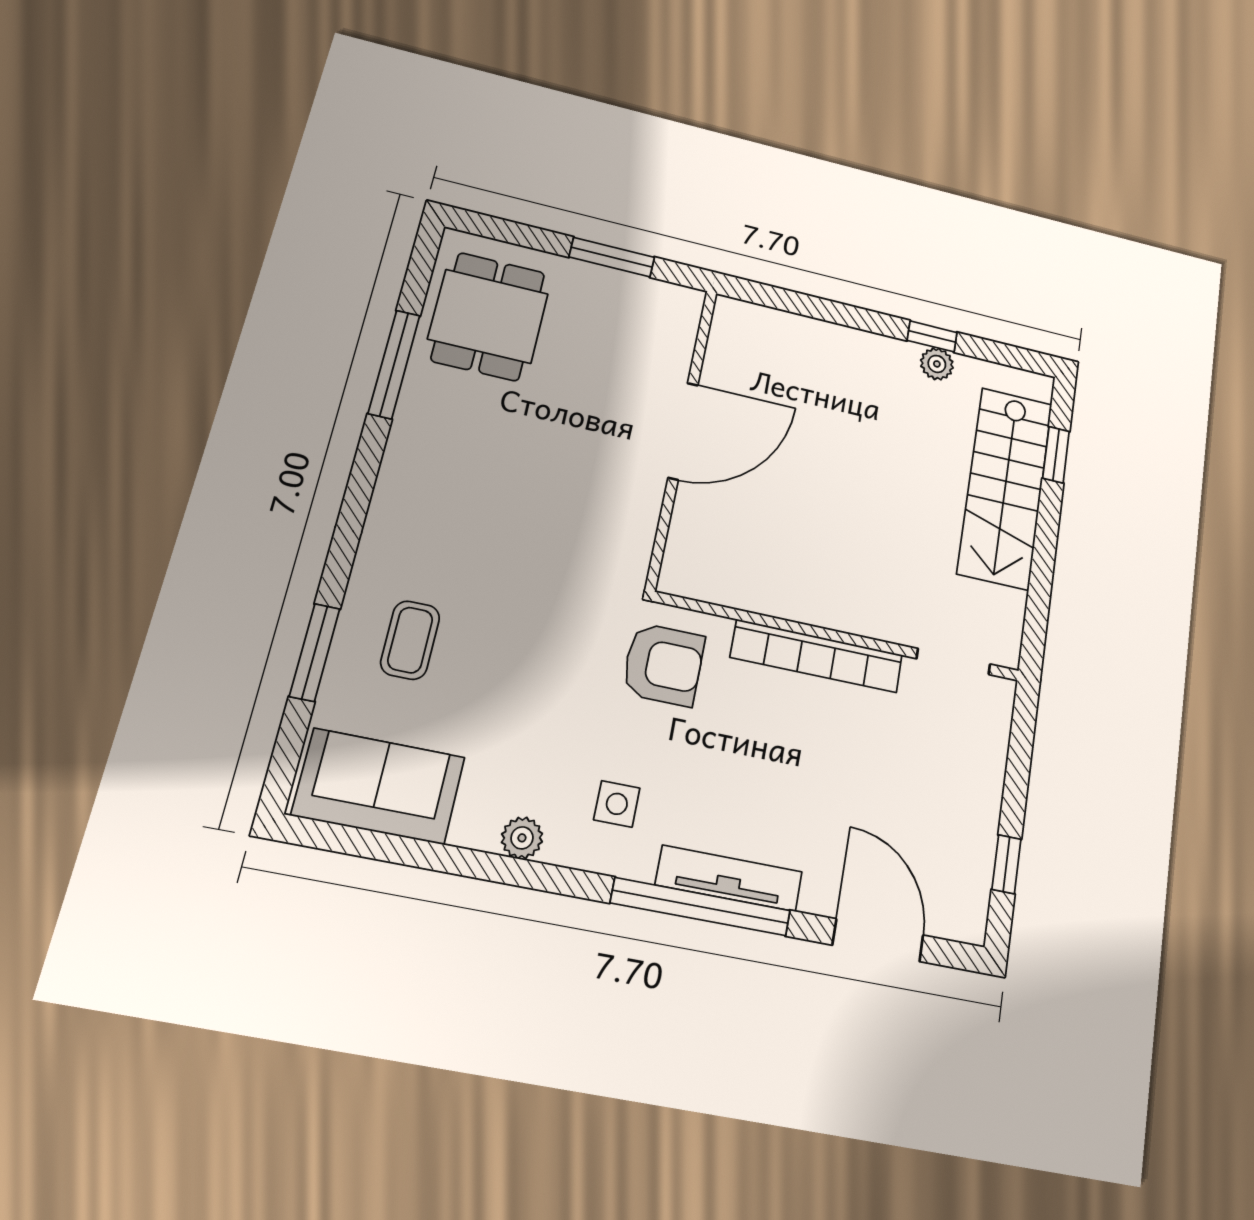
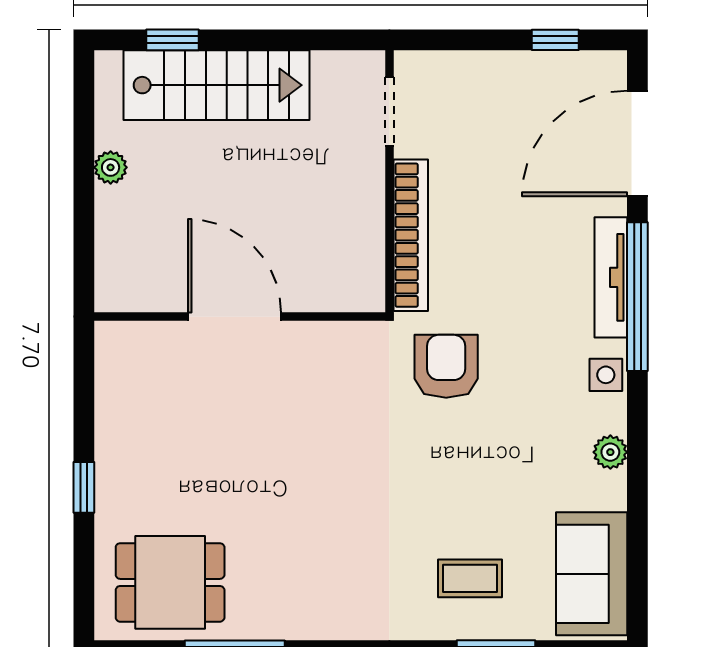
window: (612, 257) -> (84, 487), width x0.67
window: (932, 336) -> (84, 176), removed
door: (683, 431) -> (234, 317), moved
wall: (682, 437) -> (240, 317), moved
side table: (617, 804) -> (606, 375), moved
door: (878, 940) -> (637, 143), width x1.36

